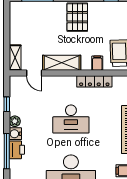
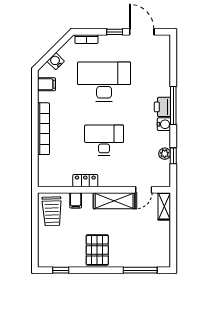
door: (34, 73) -> (144, 190), swing flipped
locker: (94, 81) -> (85, 181), width x0.66
plant: (15, 121) -> (165, 154), moved

